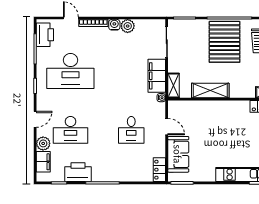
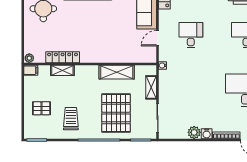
pallet: (225, 42) -> (116, 113), moved
filing cabinet: (157, 76) -> (167, 86), removed
shelving: (174, 86) -> (151, 87), moved
door: (167, 127) -> (158, 38), hinge flipped

